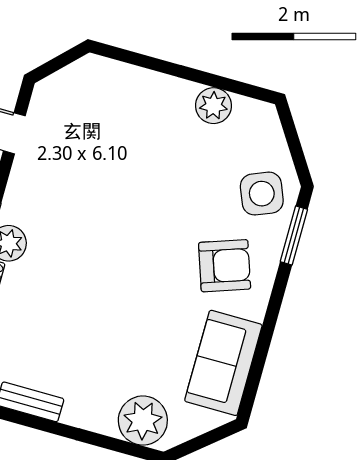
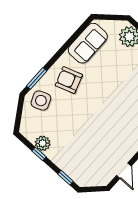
window: (130, 57) -> (65, 178), added
window: (210, 80) -> (39, 154), added

